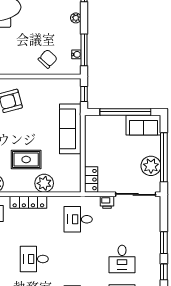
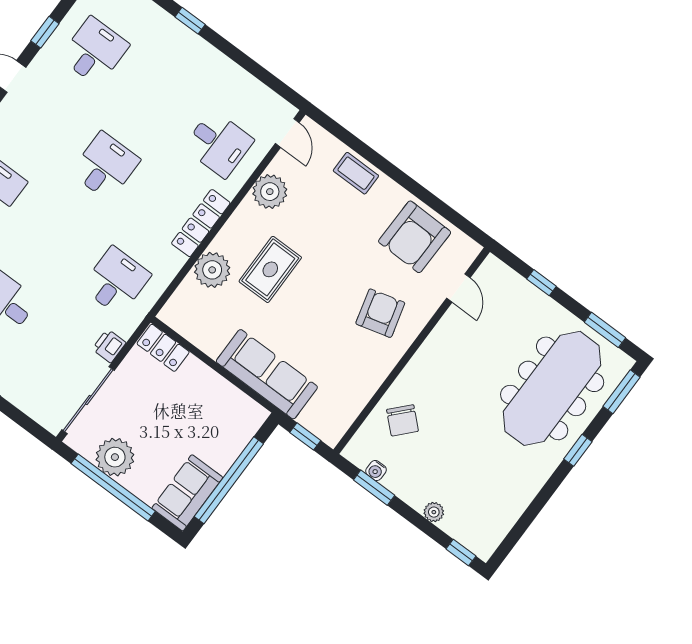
window: (84, 50) -> (374, 488), width x0.69

